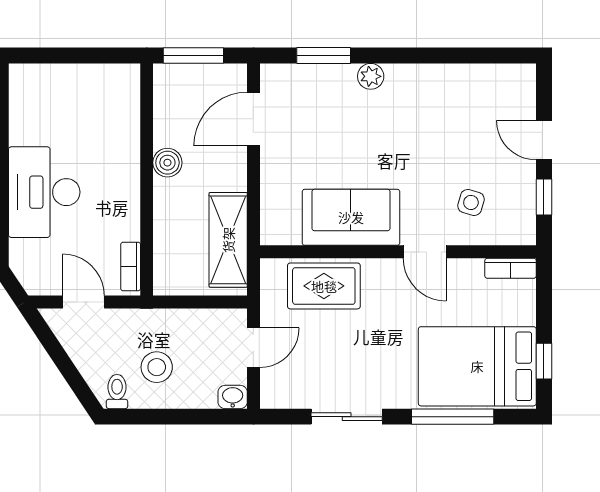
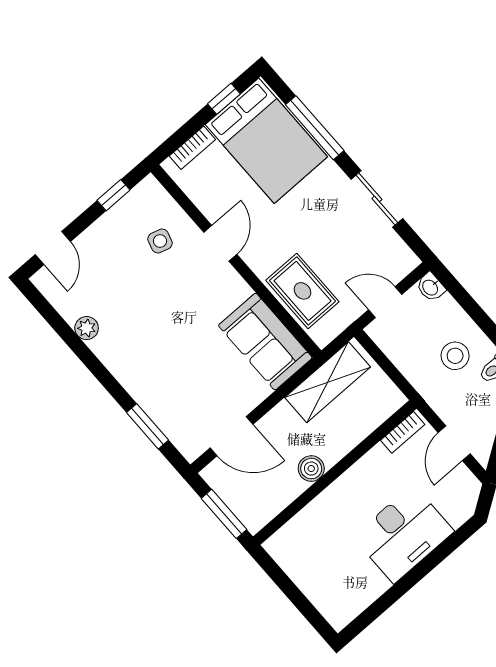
plant: (371, 76) -> (87, 328), moved
door: (544, 140) -> (53, 248), moved
sofa: (351, 217) -> (265, 342), moved
bookcase: (511, 268) -> (192, 148), moved, turned 90

